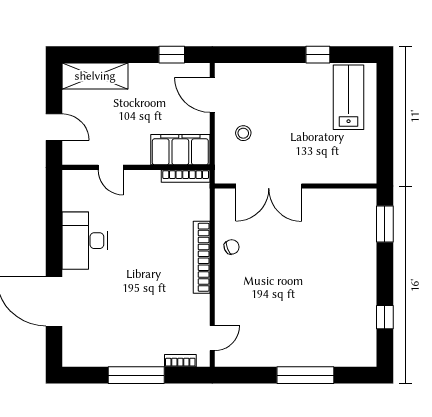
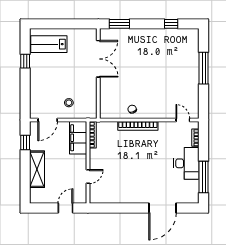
shelving: (95, 76) -> (37, 169), moved
double door: (269, 186) -> (98, 59), moved
desk: (85, 241) -> (186, 163), moved, turned -90
window: (136, 375) -> (204, 177), moved

